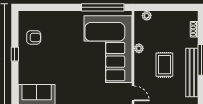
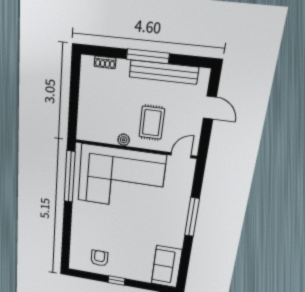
plant: (147, 16) -> (83, 124), removed
rug: (164, 65) -> (152, 123), moved, turned 90

